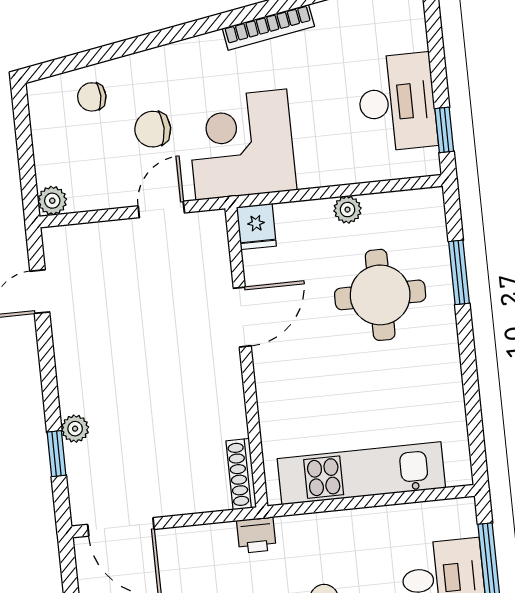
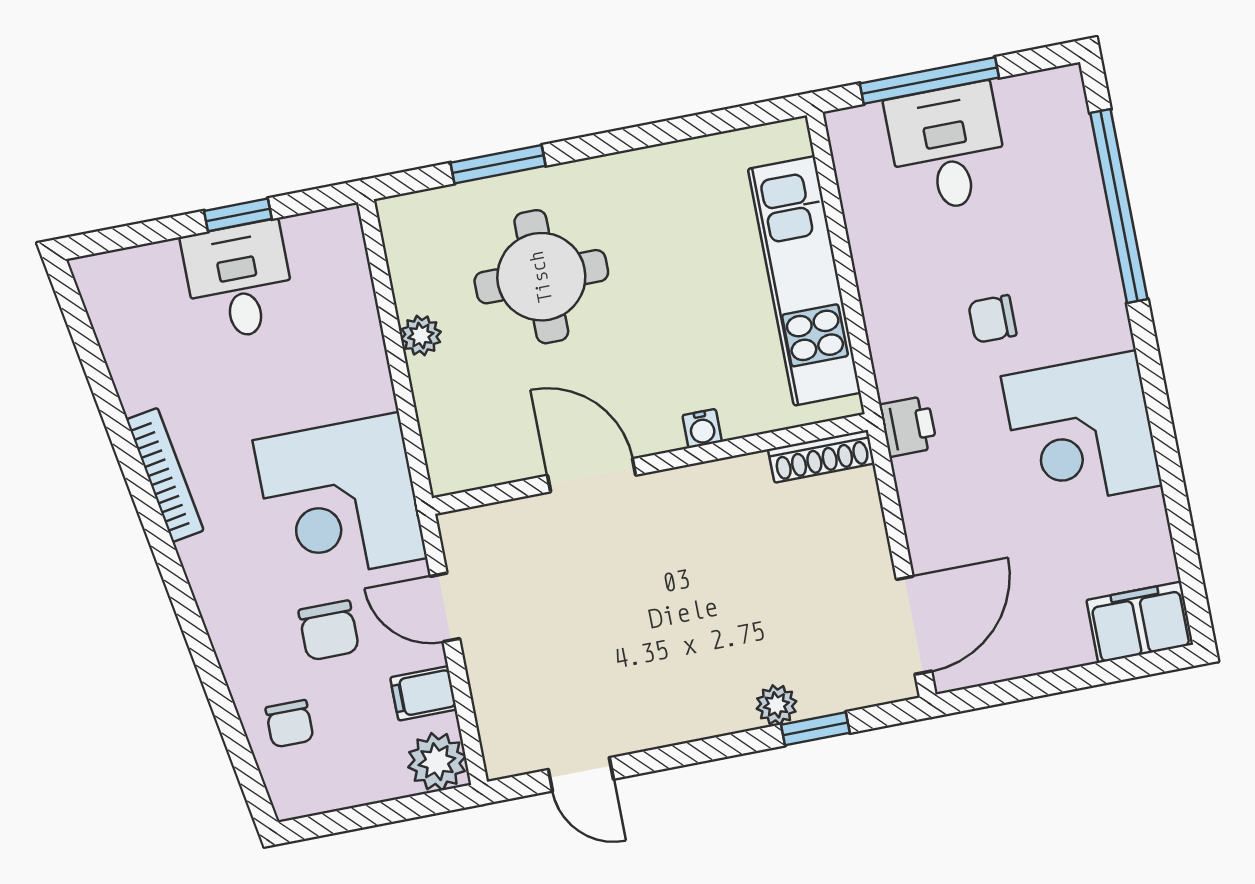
desk: (397, 102) -> (239, 281), width x0.73
window: (444, 130) -> (238, 215), moved
filing cabinet: (104, 190) -> (423, 693), added
plant: (52, 201) -> (437, 762), width x1.38, depth x1.38
fridge: (256, 227) -> (458, 466), removed
water cooler: (267, 395) -> (702, 428), added

